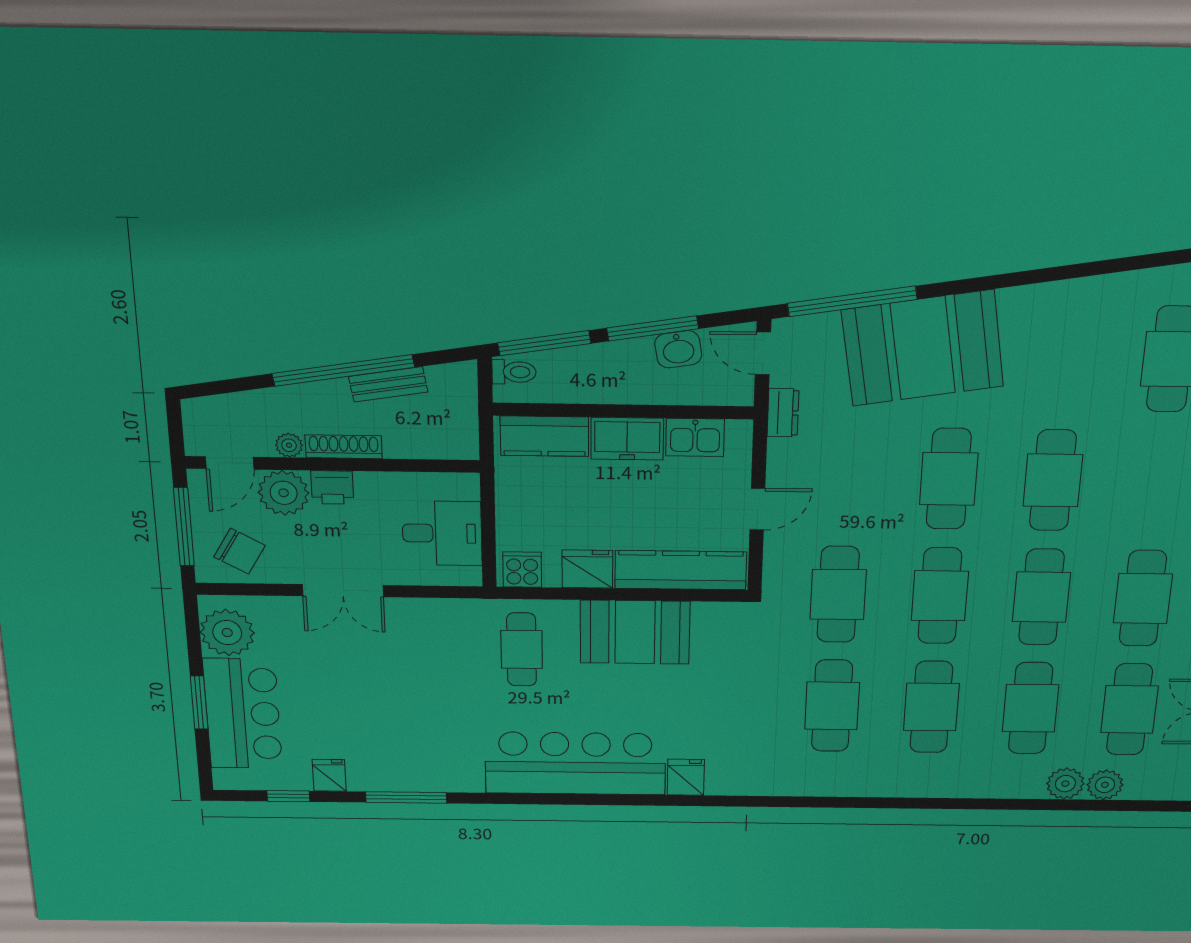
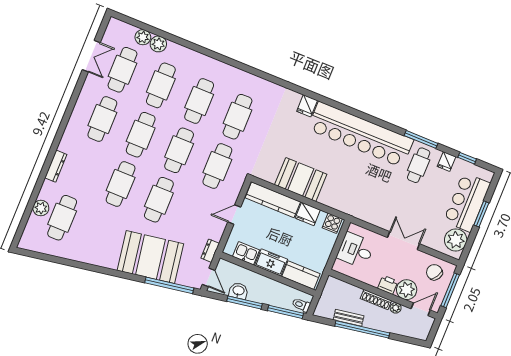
cafe table: (522, 649) -> (419, 165), moved
bar counter: (575, 763) -> (360, 134), width x1.36

